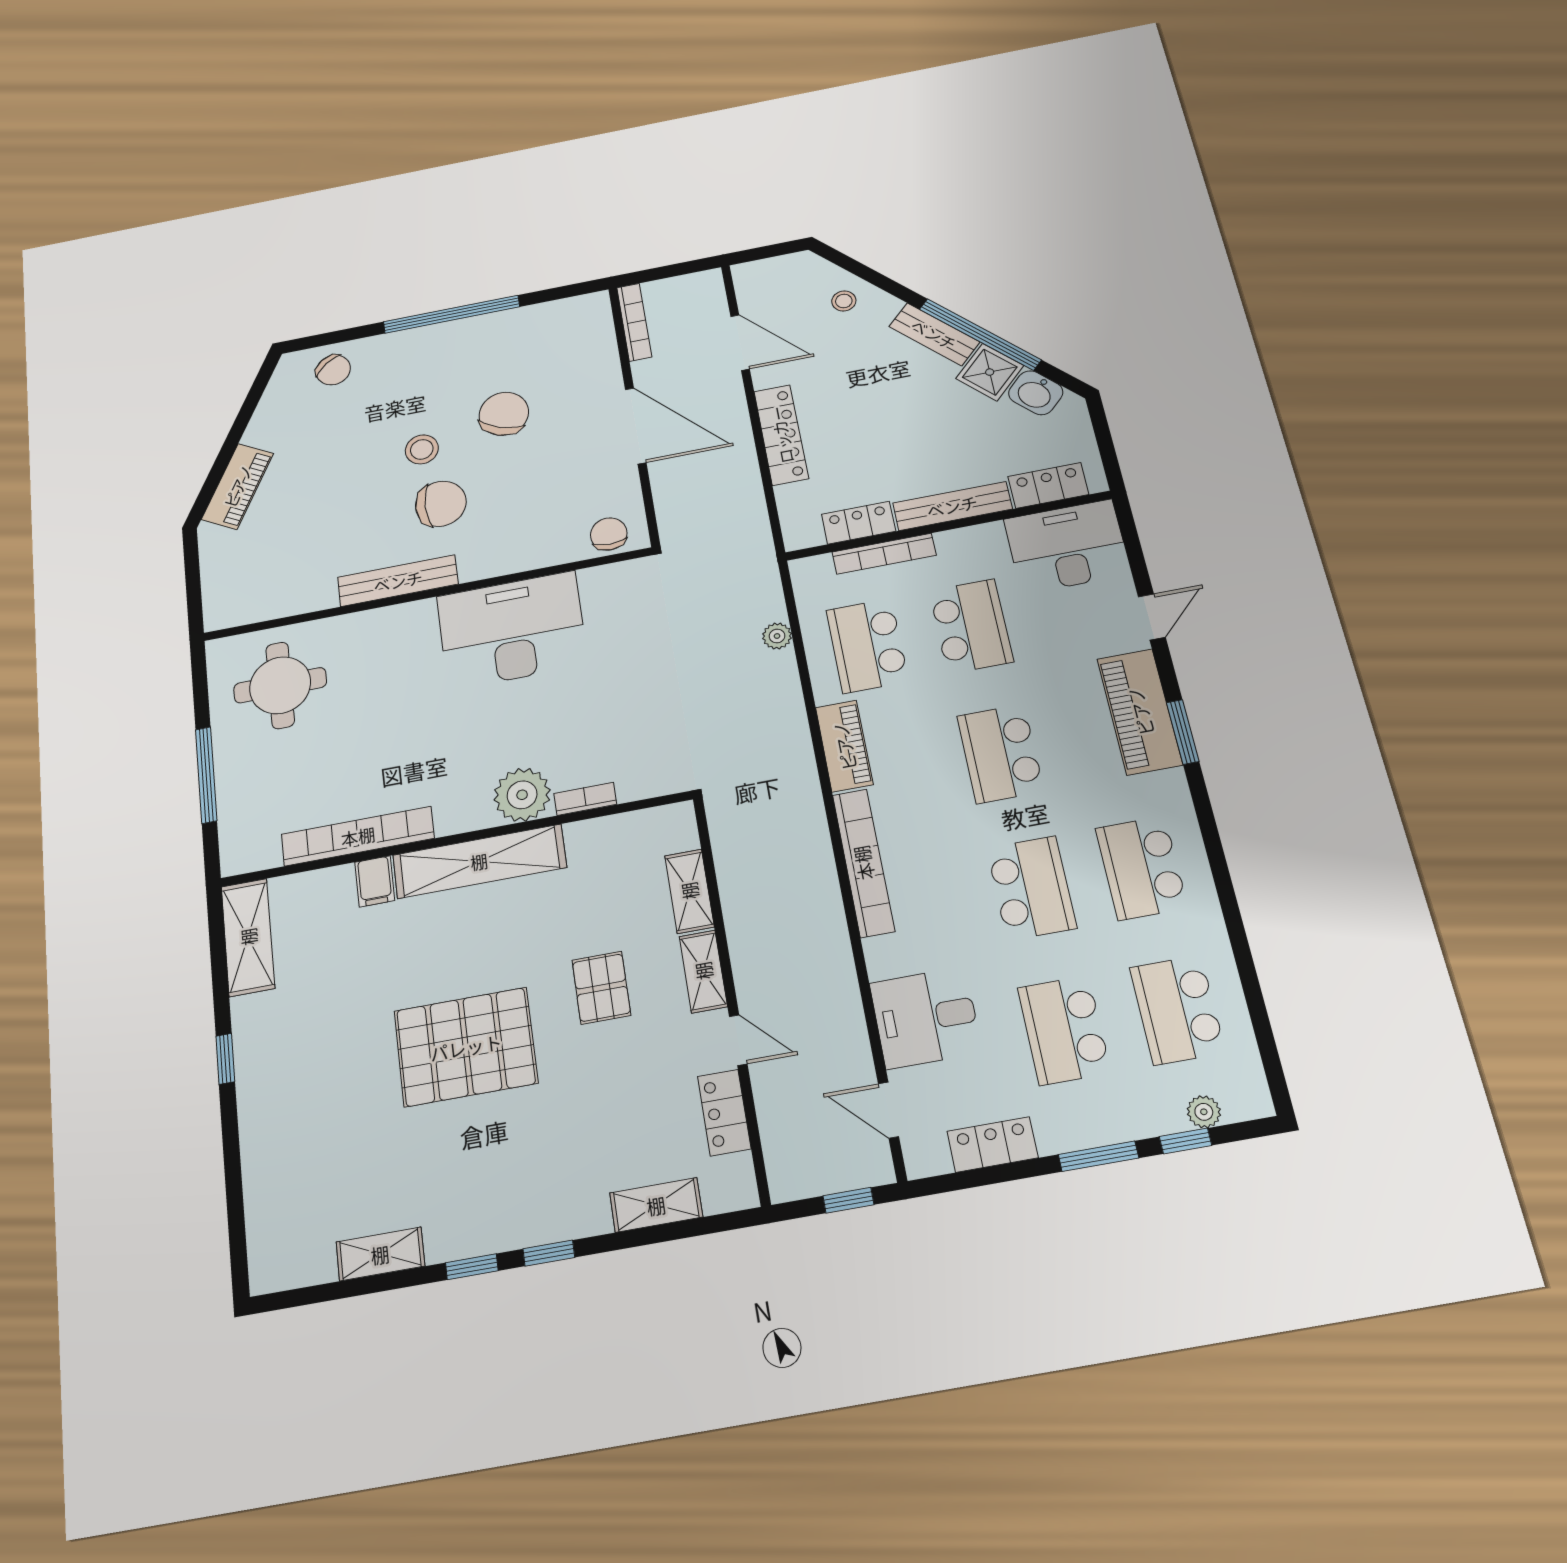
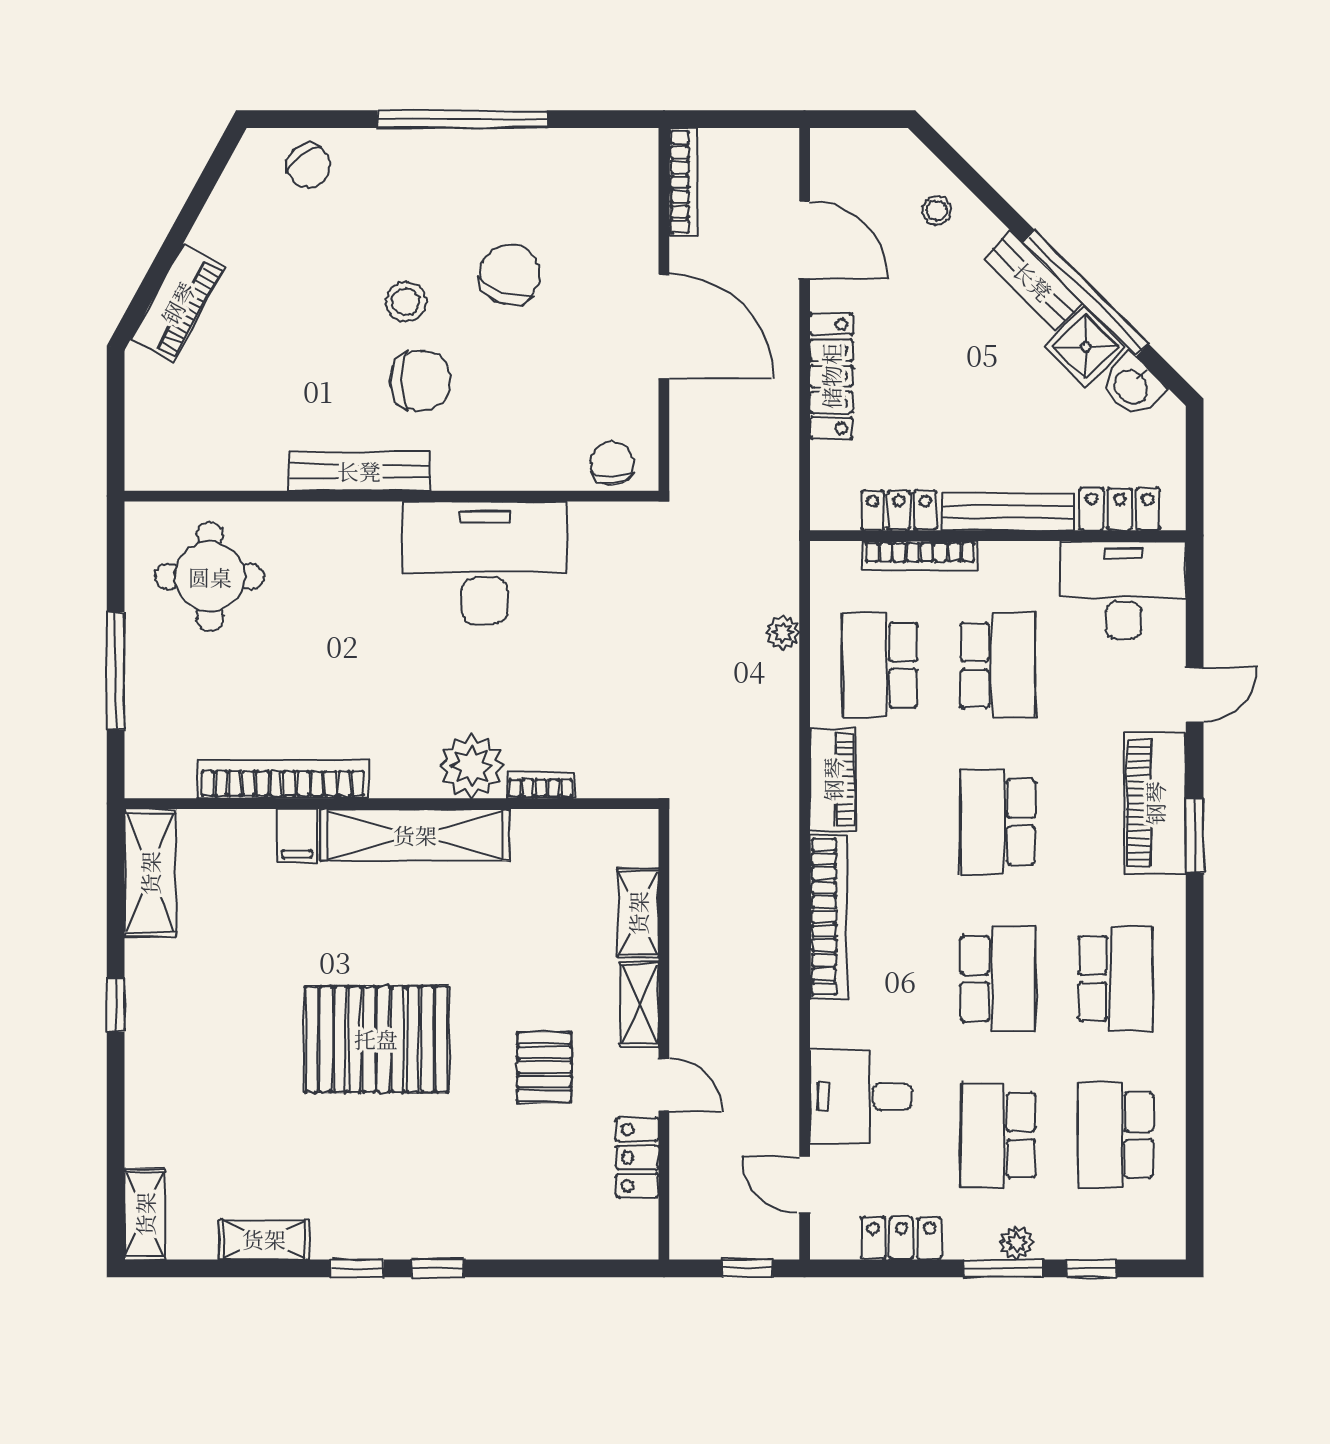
school desk: (1142, 868) -> (1116, 979), turned 180
pallet: (601, 988) -> (544, 1067), moved
plant: (1204, 1112) -> (1017, 1243), moved
shelving: (656, 1205) -> (145, 1214), moved, turned 90

